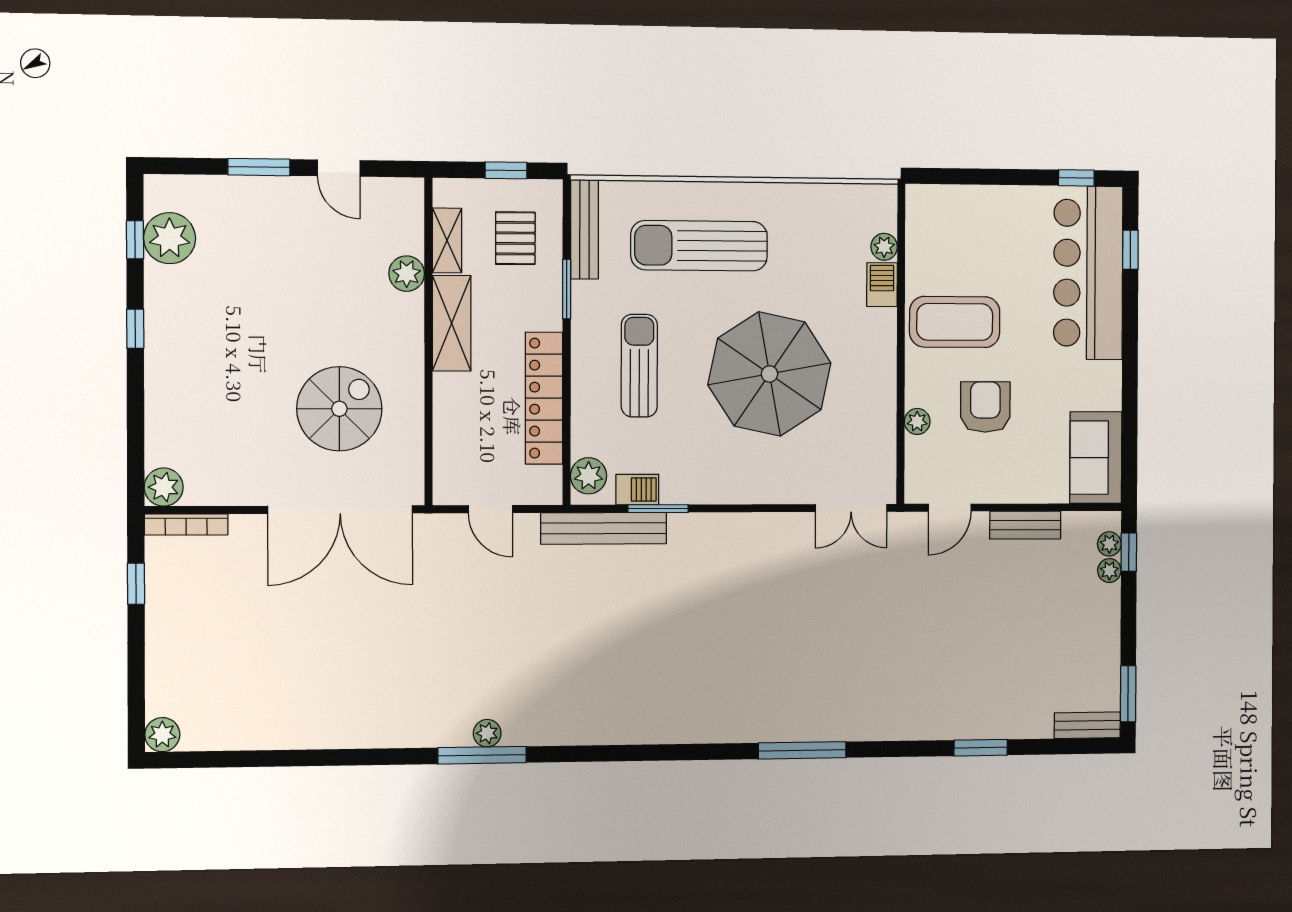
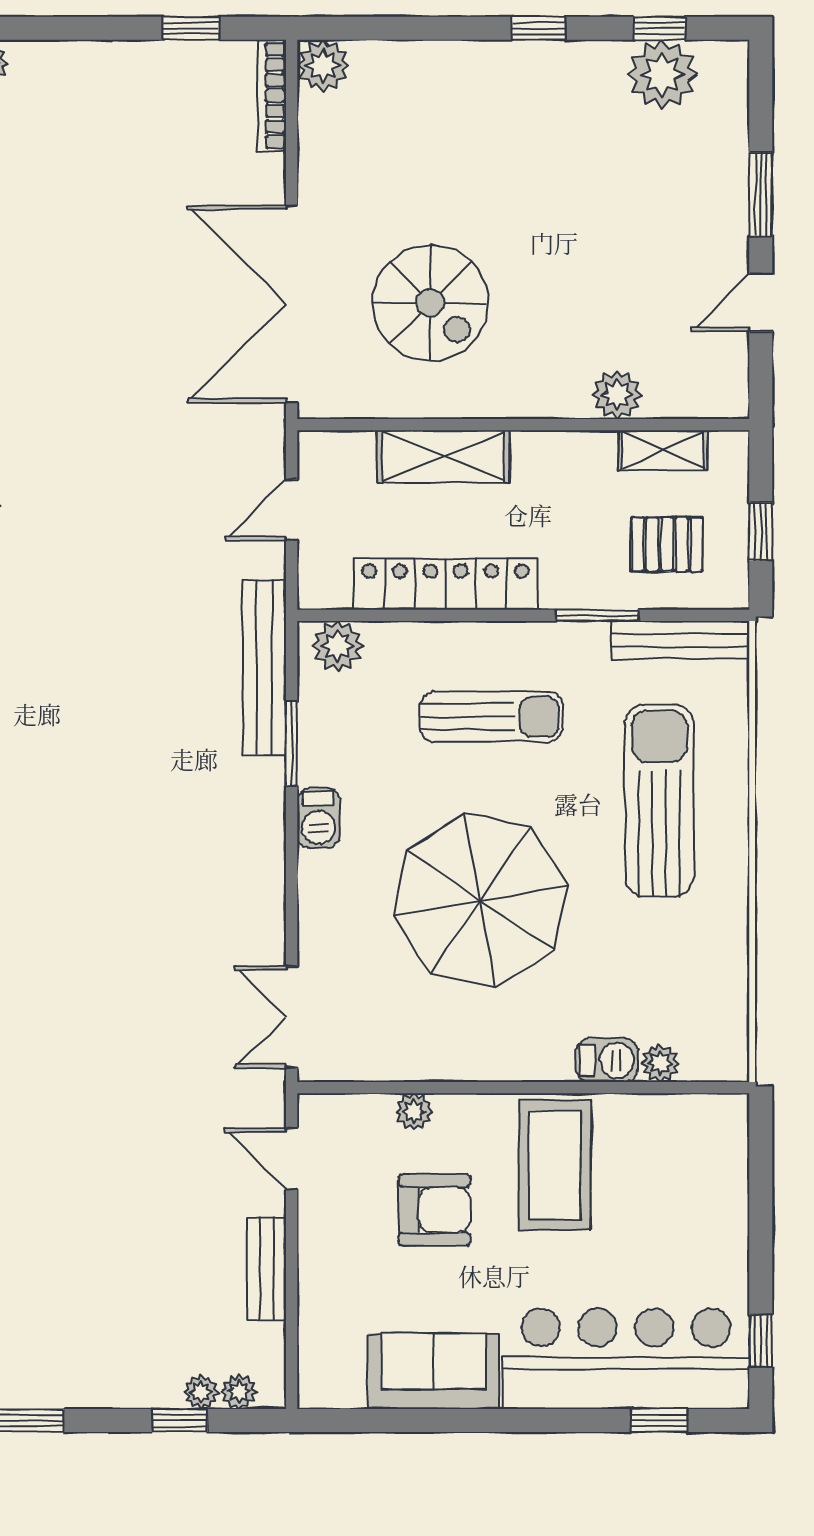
shelving: (452, 323) -> (443, 457), moved
sofa: (1096, 458) -> (433, 1371), moved
barbecue: (637, 490) -> (318, 818), moved
window: (1129, 552) -> (180, 1420), moved

